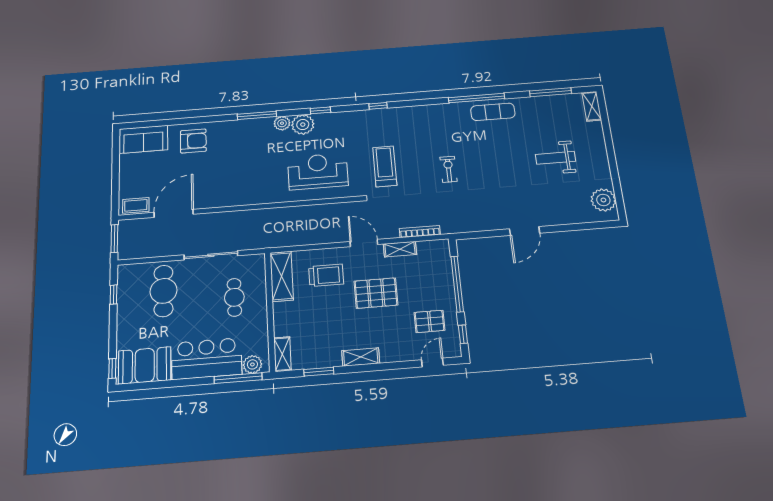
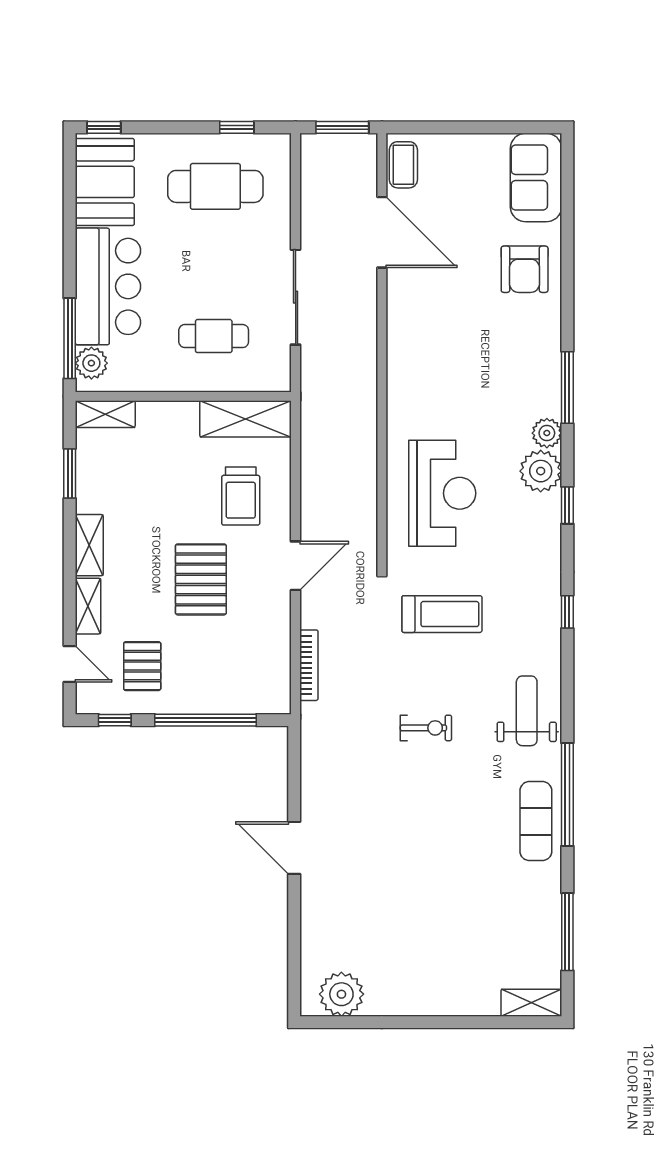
weight bench: (556, 158) -> (527, 711), moved
shelving: (400, 249) -> (88, 606), moved
cafe table: (163, 291) -> (215, 186), moved

